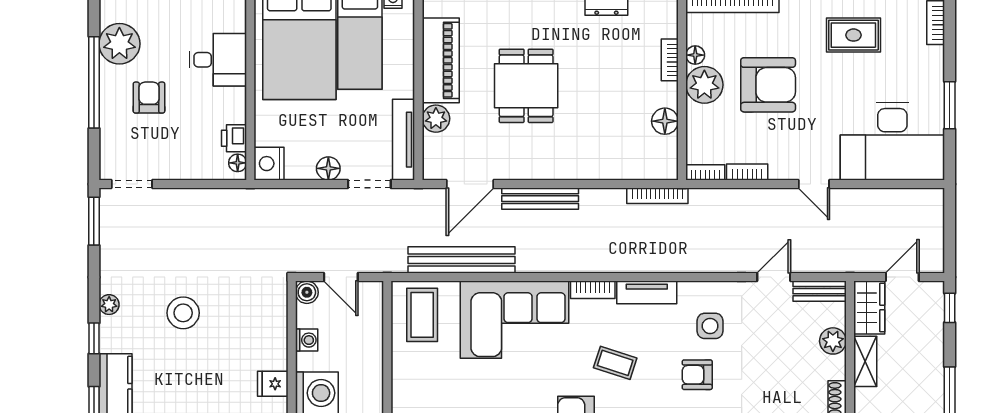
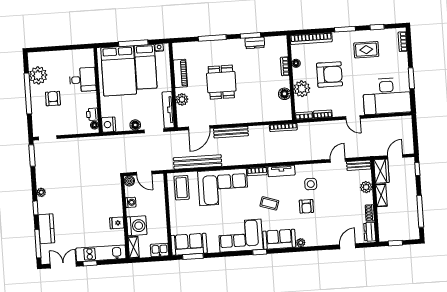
piano: (441, 60) -> (180, 73), width x0.73, depth x0.75
plant: (704, 85) -> (302, 89), moved
stool: (183, 313) -> (75, 194), removed
armchair: (697, 375) -> (306, 206), turned -90

